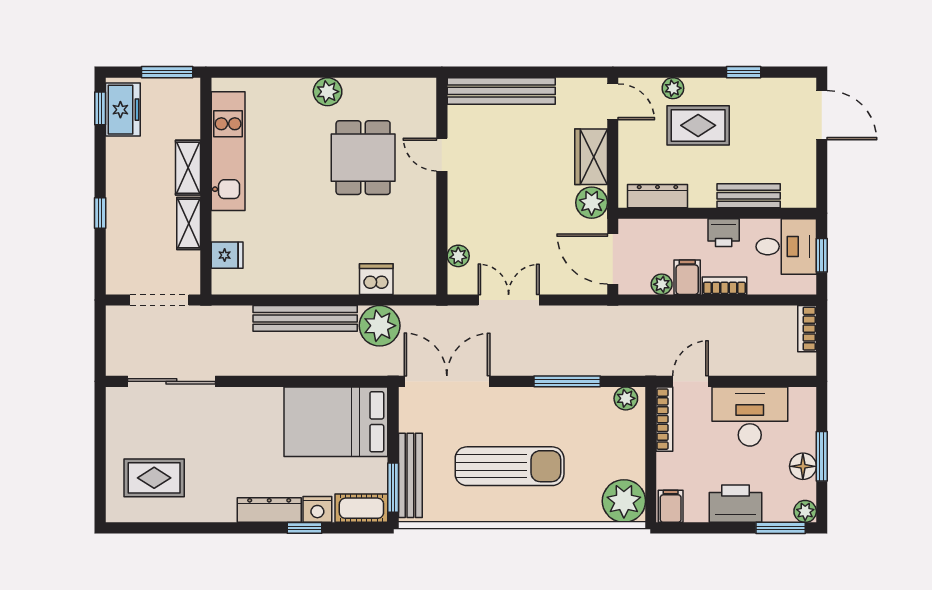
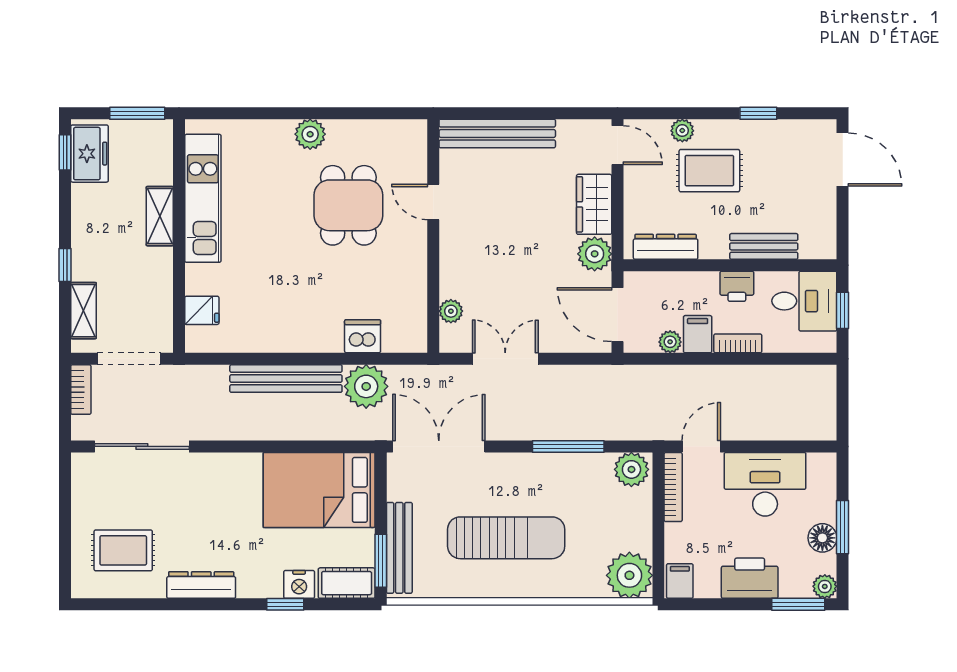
shelving: (189, 224) -> (84, 311), moved
bookcase: (807, 329) -> (81, 390), moved, turned 180
plant: (626, 398) -> (631, 469), width x1.38, depth x1.38
dresser: (269, 510) -> (201, 585), moved

